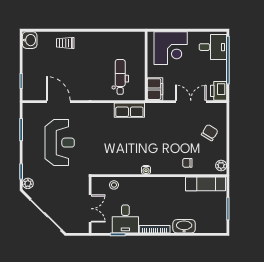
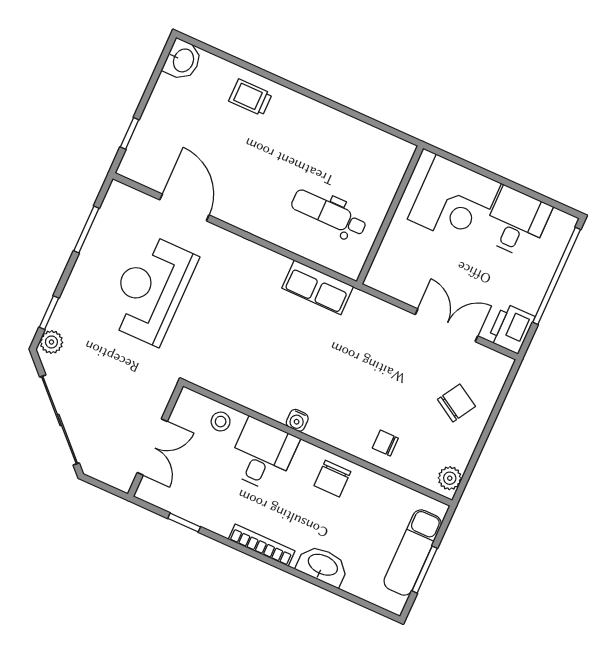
desk: (213, 47) -> (516, 222), moved, turned -90
dental chair: (120, 77) -> (329, 213), turned -90
filing cabinet: (155, 89) -> (387, 268), removed
reception desk: (60, 143) -> (151, 290), turned 180
exam couch: (205, 184) -> (413, 553), moved, turned 90
chair: (172, 188) -> (332, 479), added
desk: (125, 219) -> (262, 455), moved, turned 180

